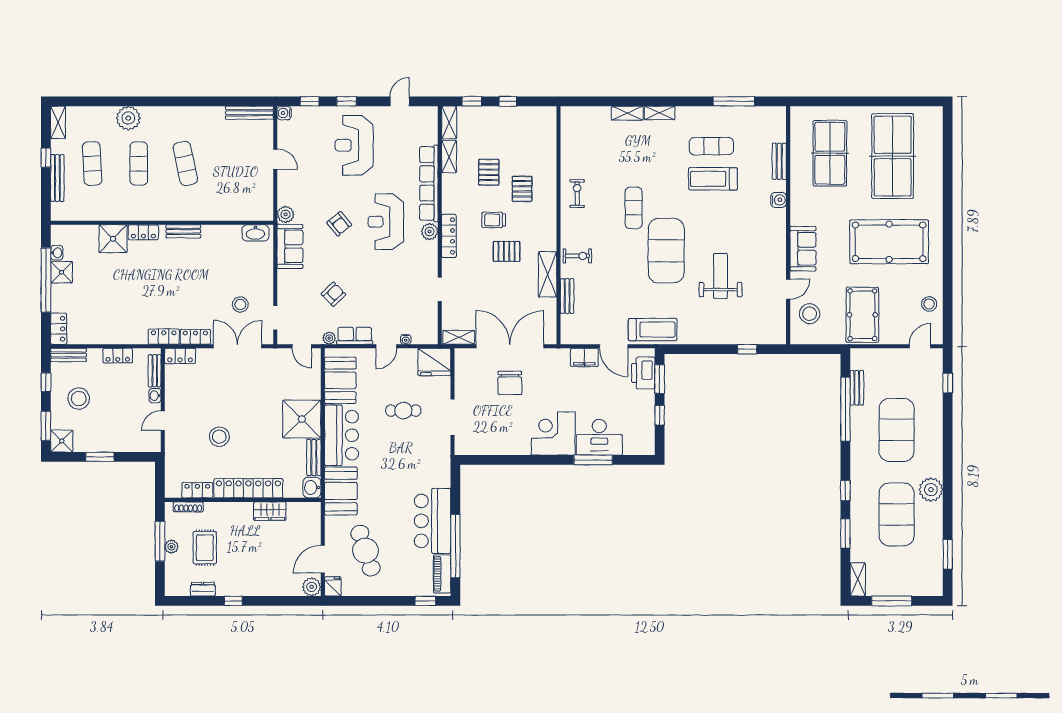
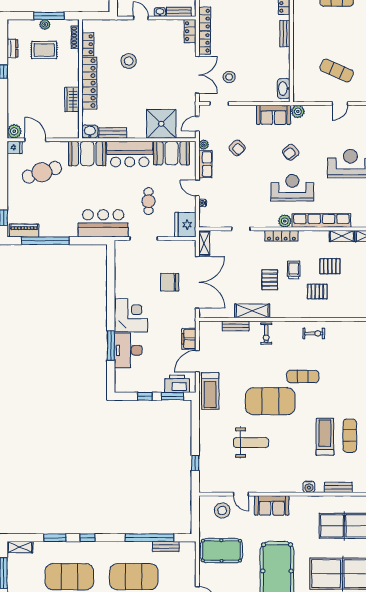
exercise mat: (185, 163) -> (337, 71), moved, turned 36
shower: (302, 419) -> (161, 124), moved
bar counter: (432, 521) -> (103, 223), moved

